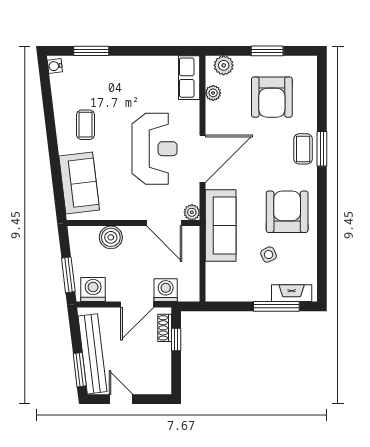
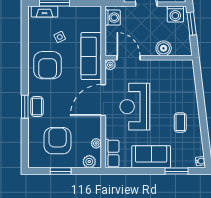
sofa: (79, 183) -> (151, 157), moved, turned 97
washing machine: (166, 290) -> (113, 18), moved, turned -90

